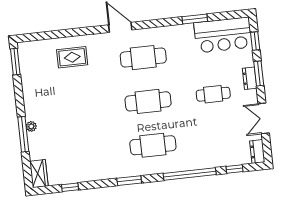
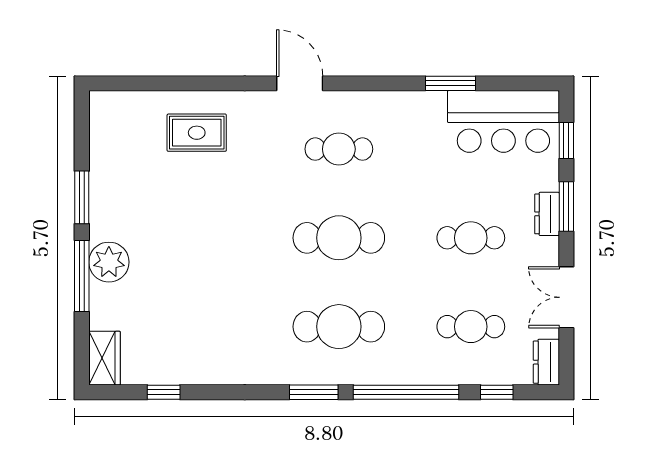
cafe table: (143, 58) -> (339, 149), width x0.73, depth x0.74
window: (15, 62) -> (82, 197), moved
plant: (31, 126) -> (109, 262), width x1.88, depth x1.88
cafe table: (218, 138) -> (471, 327), added
window: (129, 181) -> (314, 392), moved

